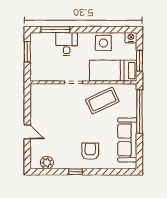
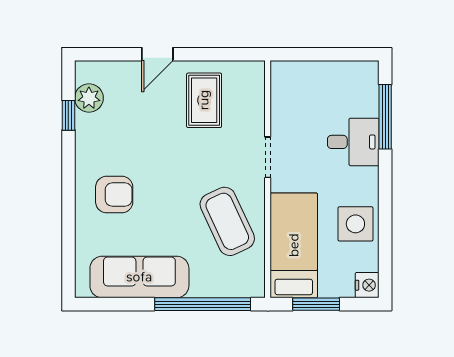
window: (27, 52) -> (336, 54), removed
rug: (48, 111) -> (204, 100), added
window: (75, 172) -> (68, 115), moved

